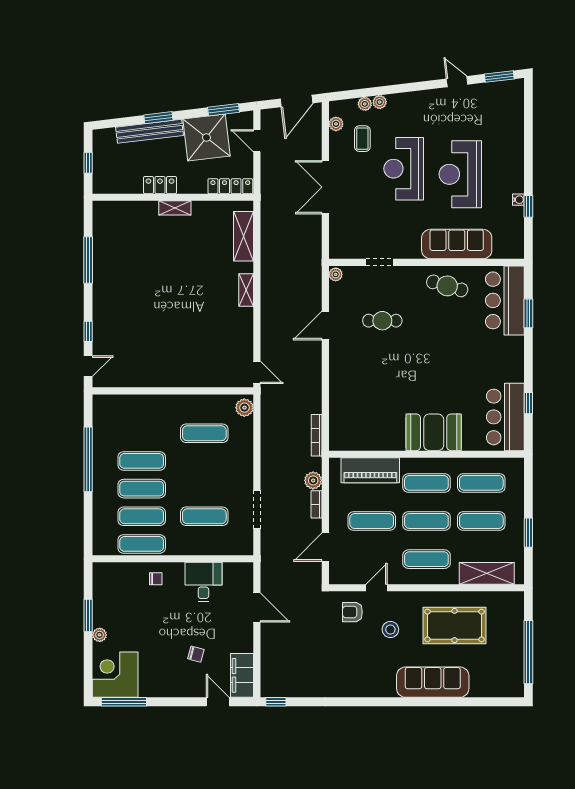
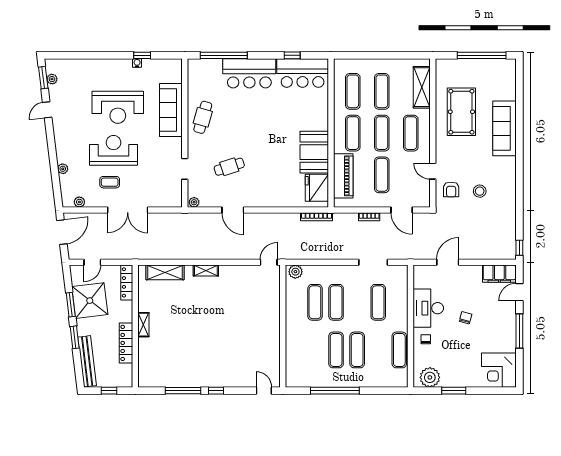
door: (296, 101) -> (62, 232), hinge flipped
plant: (365, 104) -> (52, 79), moved
window: (224, 110) -> (71, 305), moved
bench: (150, 131) -> (87, 361), moved
coffee table: (362, 139) -> (110, 182), moved
reception desk: (404, 169) -> (113, 150), turned 180
locker: (160, 185) -> (126, 343), width x1.53
bar counter: (505, 300) -> (249, 73), moved
window: (528, 313) -> (224, 55), width x2.11
cafe table: (382, 321) -> (229, 167), turned 72
window: (88, 331) -> (216, 391), moved
booth: (434, 432) -> (314, 152), moved
fridge: (355, 436) -> (317, 188), added
plant: (313, 480) -> (351, 219), removed
exercise mat: (142, 516) -> (336, 302), moved
window: (528, 533) -> (391, 55), removed
desk: (203, 582) -> (428, 308), width x1.37
stool: (390, 630) -> (480, 191), moved
plant: (100, 635) -> (430, 377), moved, width x1.87, depth x1.87
chair: (196, 654) -> (466, 318), moved
window: (124, 702) -> (519, 331), moved

